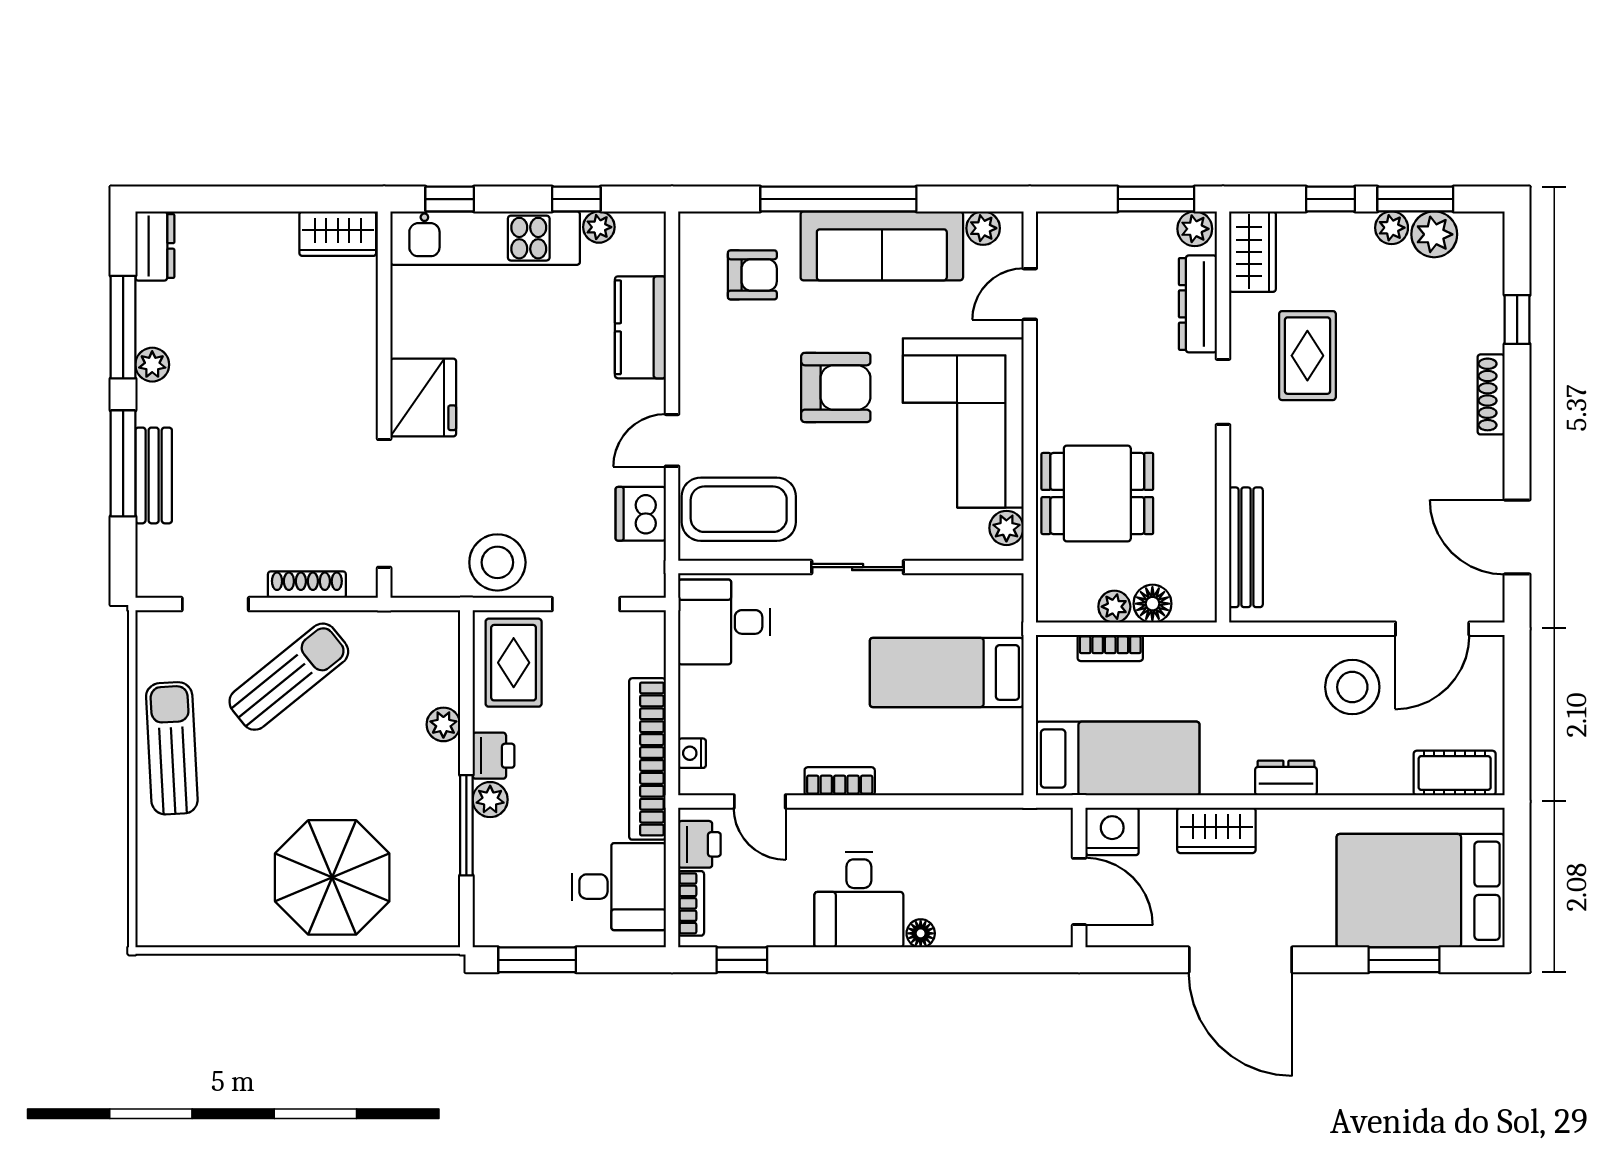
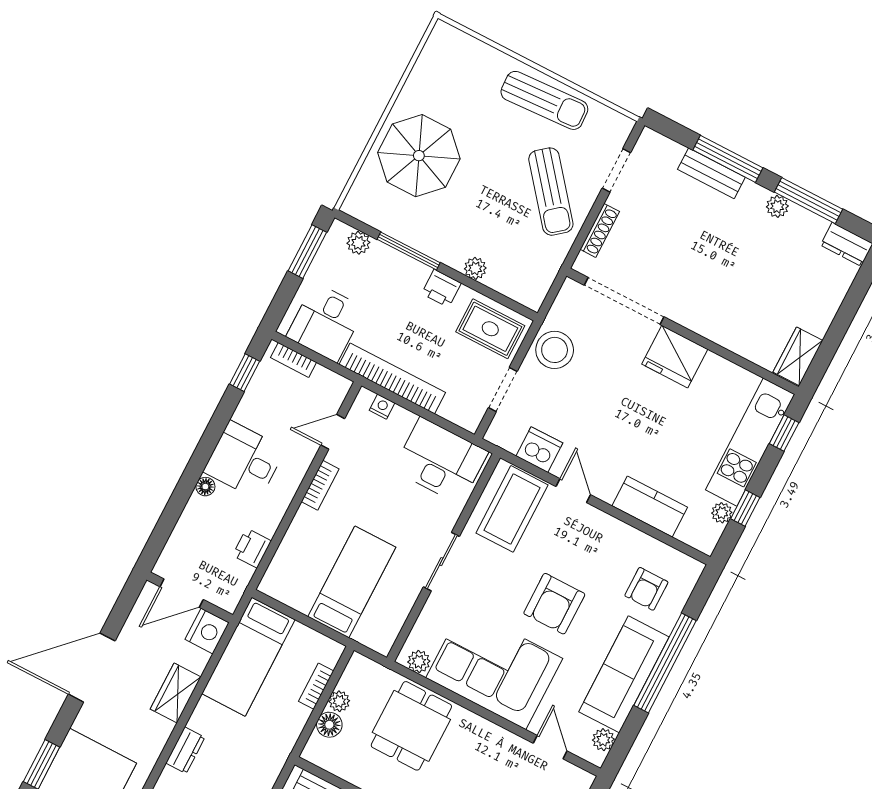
desk: (724, 622) -> (441, 461), width x1.37
plant: (490, 800) -> (358, 243), moved
printer: (699, 844) -> (252, 548), moved, turned 90

